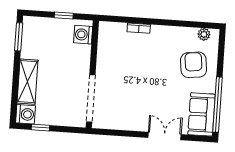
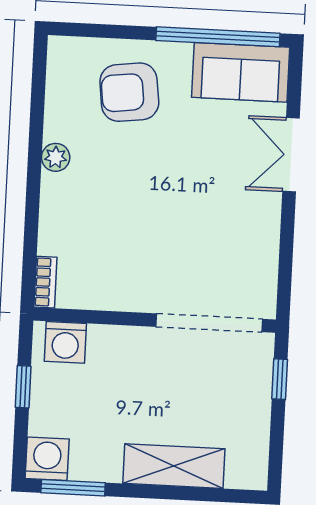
bookcase: (139, 28) -> (45, 282), moved
plant: (204, 34) -> (56, 157), moved
washing machine: (26, 114) -> (47, 459), moved
window: (40, 128) -> (280, 379), moved

